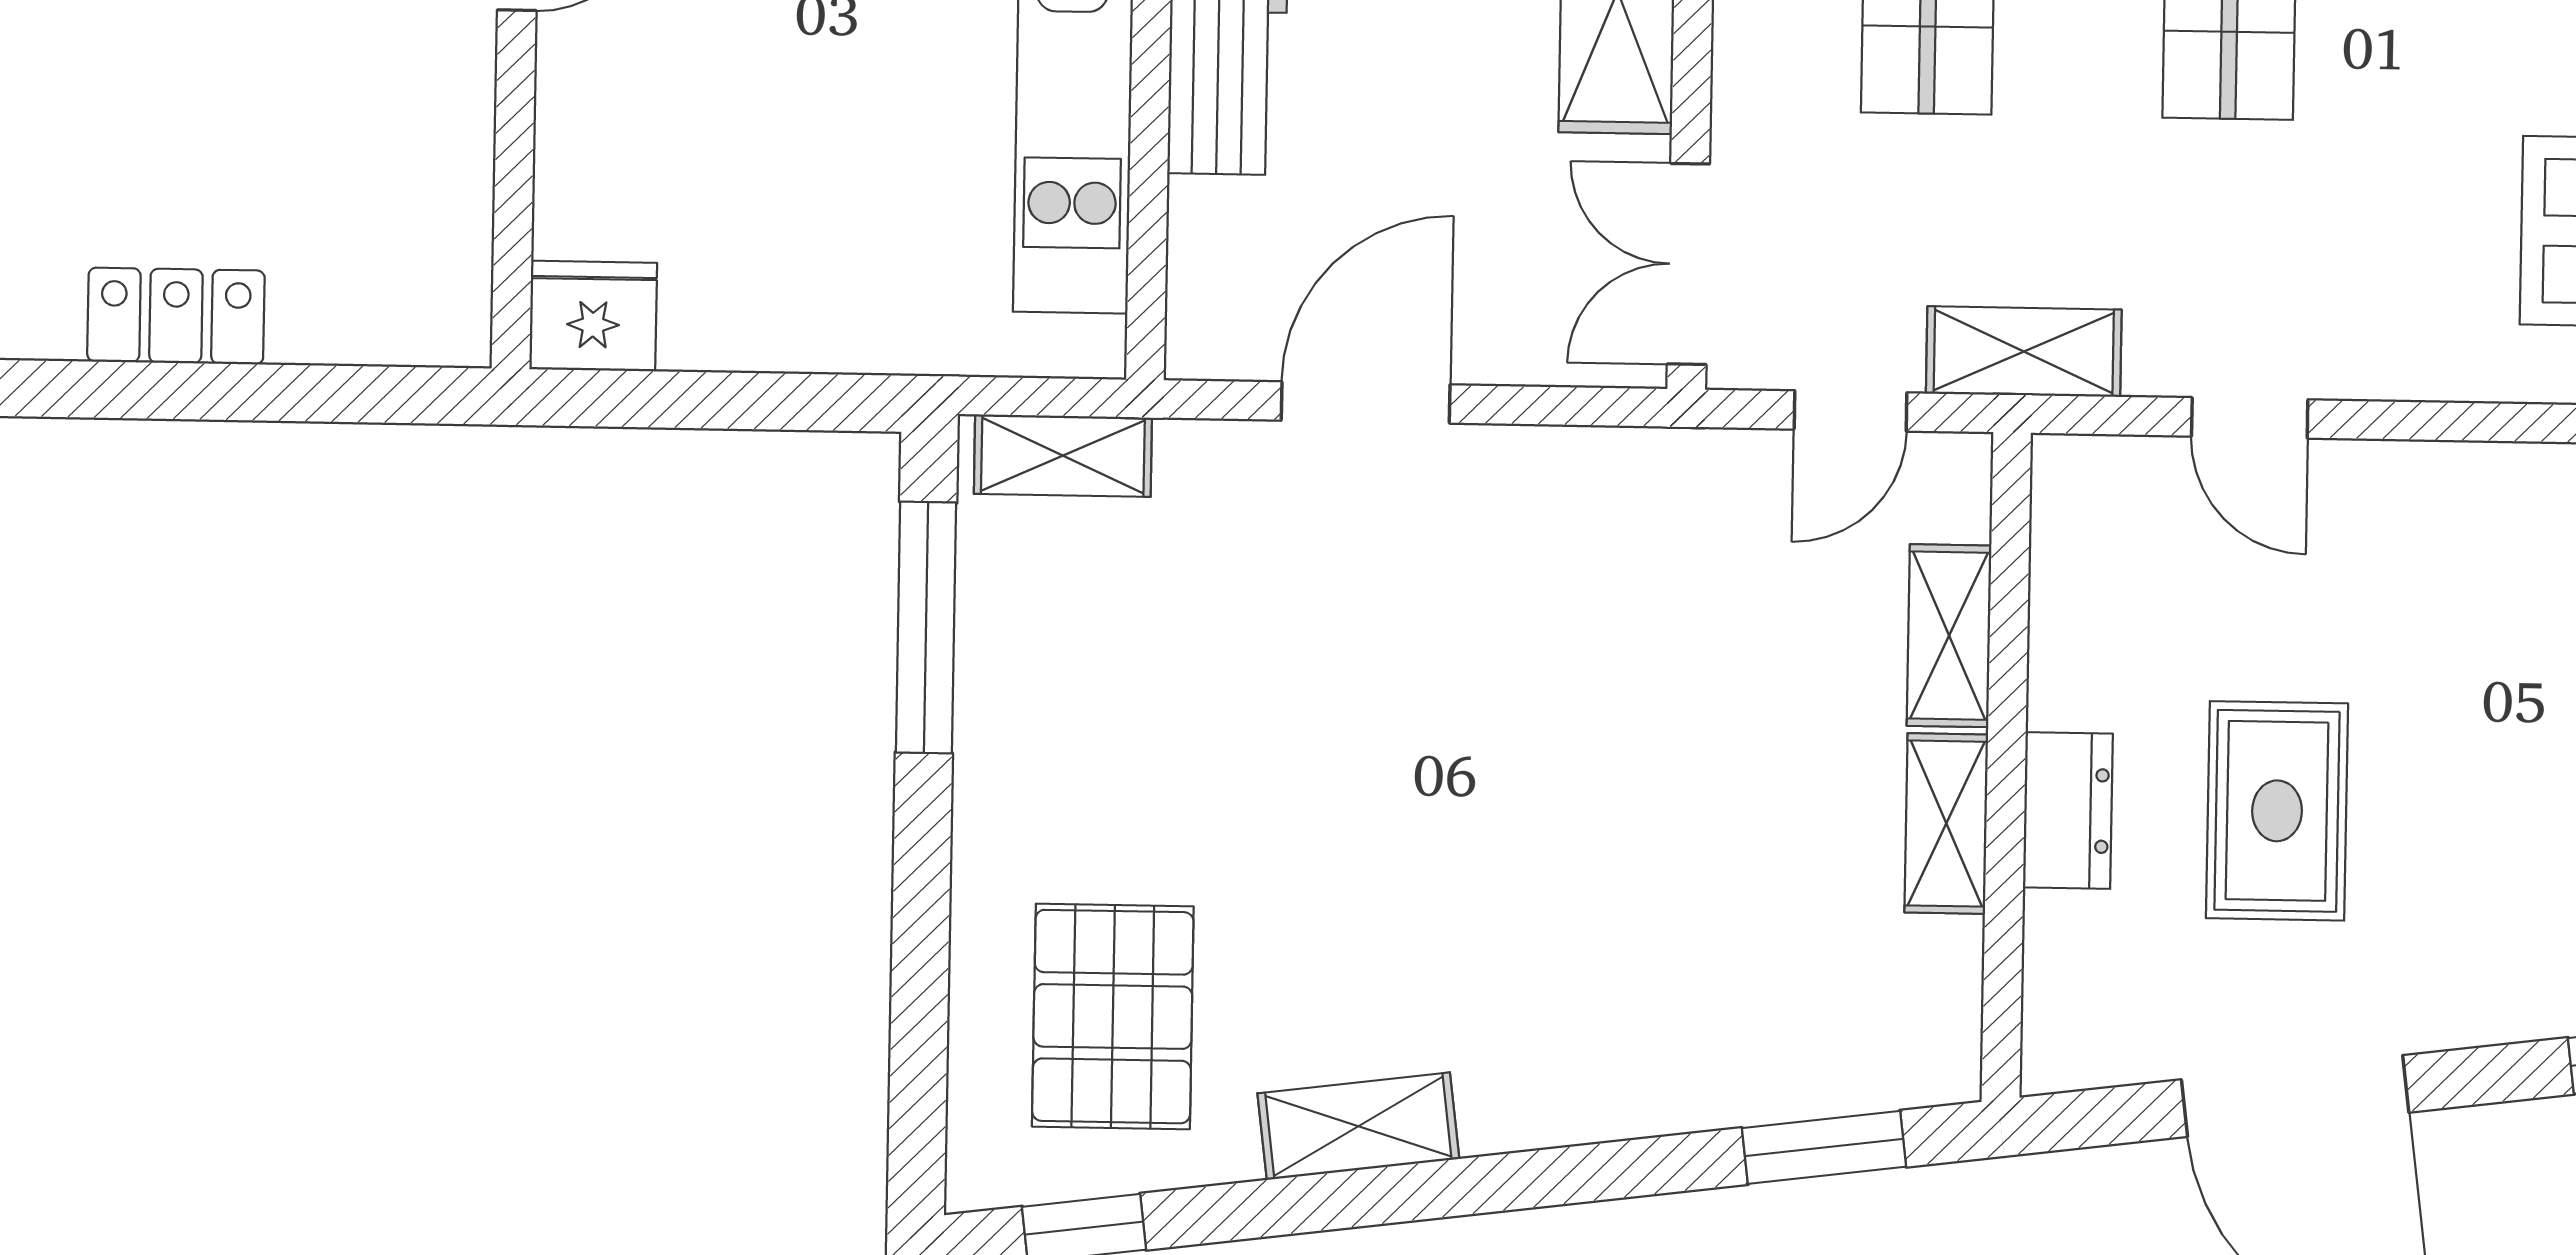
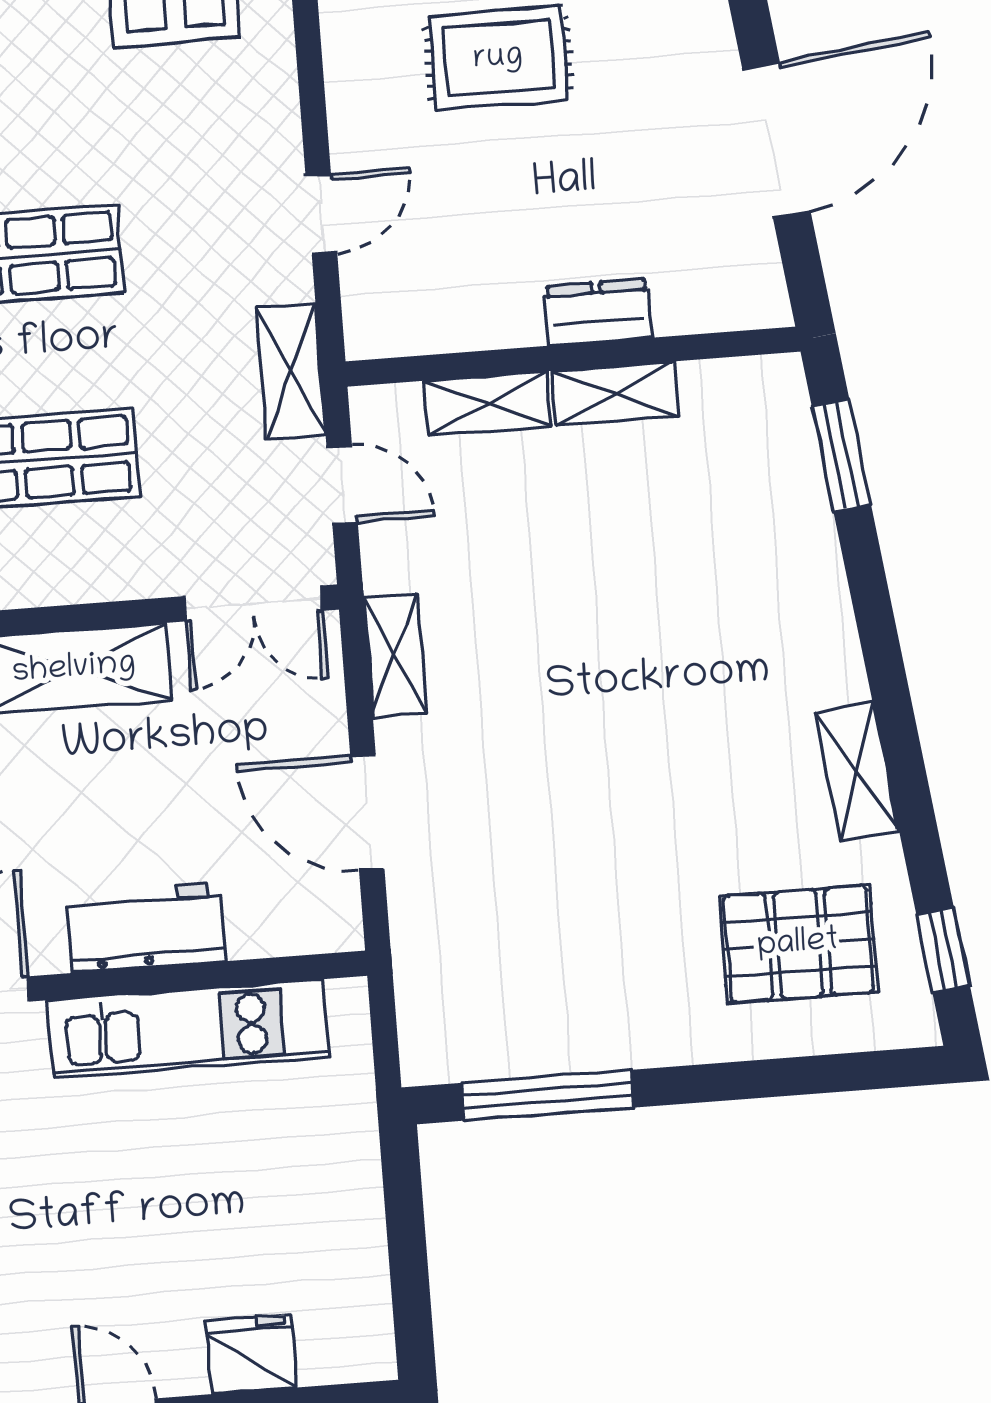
fridge: (593, 316) -> (251, 1354), moved, turned 90
shelving: (1063, 456) -> (395, 655), moved
rug: (2277, 811) -> (498, 58), moved

